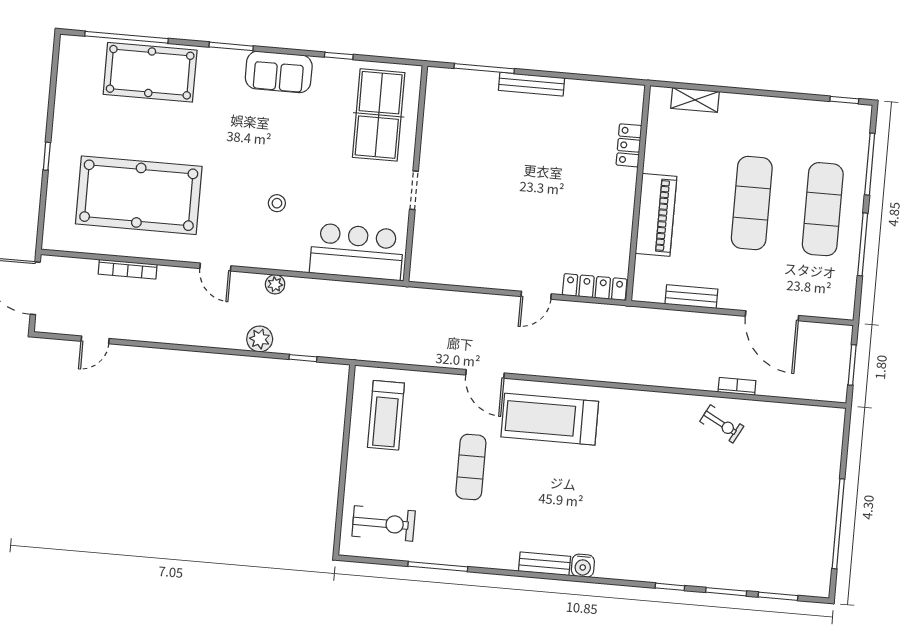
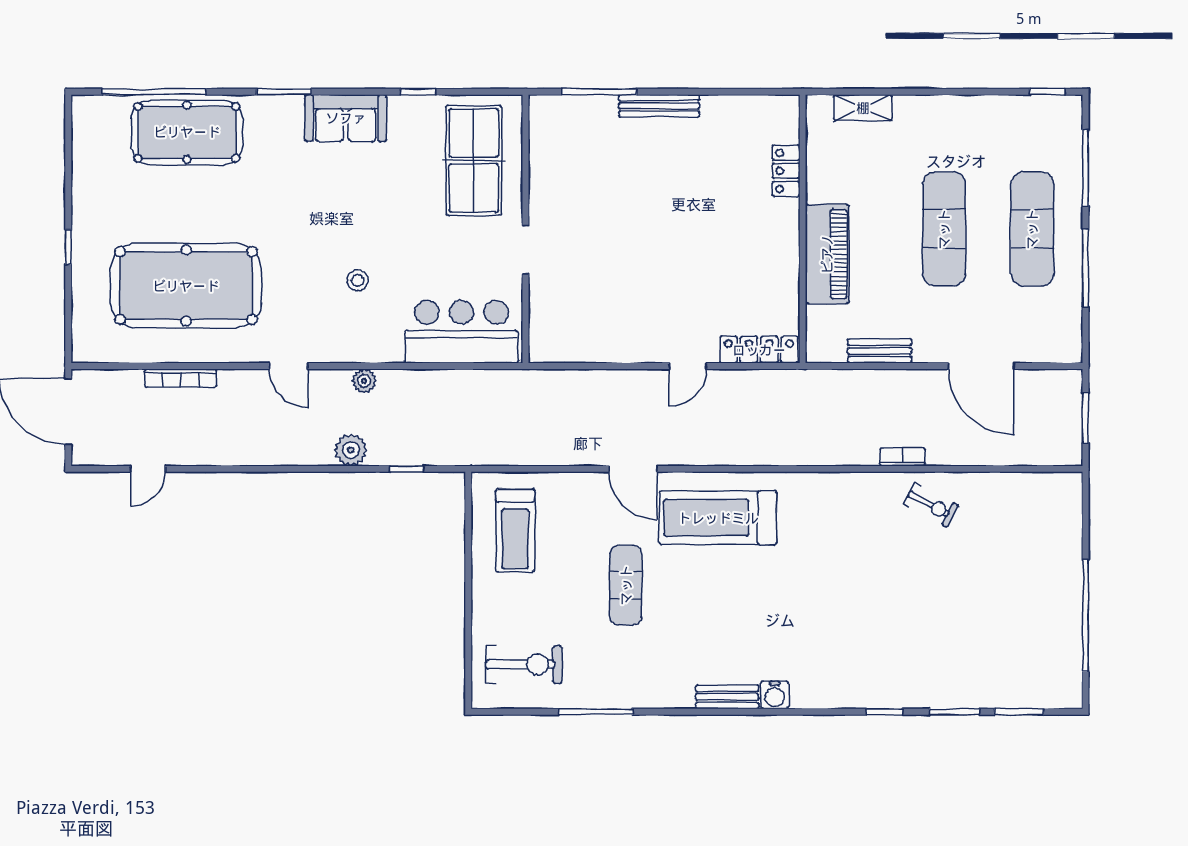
bookcase: (737, 386) -> (903, 457), moved

